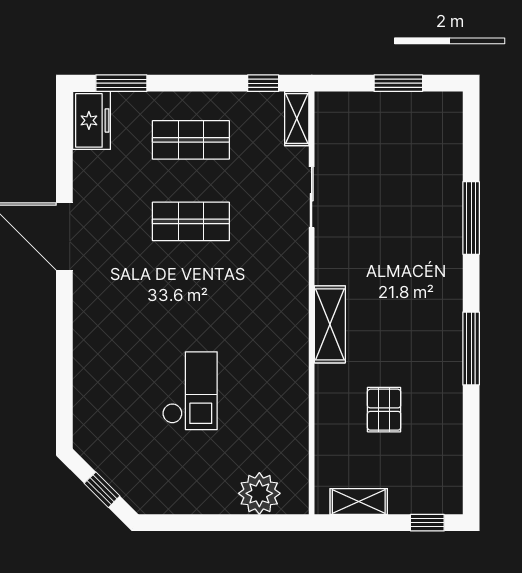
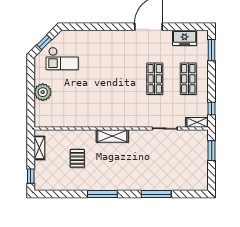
window: (398, 83) -> (212, 151), moved
freezer: (92, 120) -> (185, 38), moved
checkout: (190, 391) -> (62, 59), moved
pallet: (384, 410) -> (77, 158), turned 90
plant: (259, 493) -> (43, 92), moved

